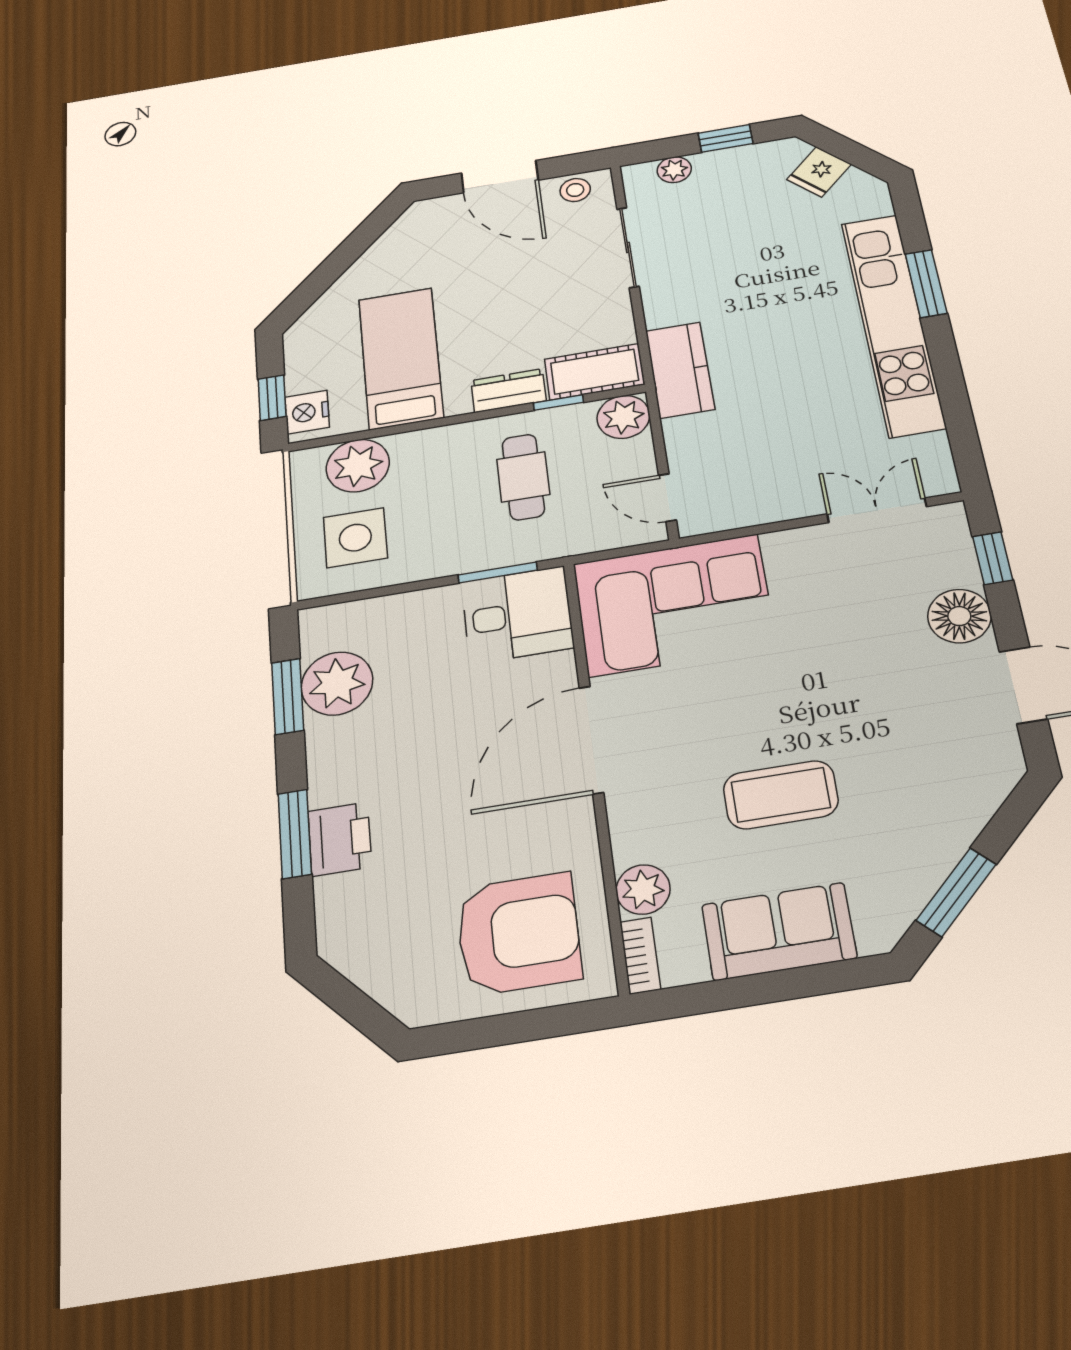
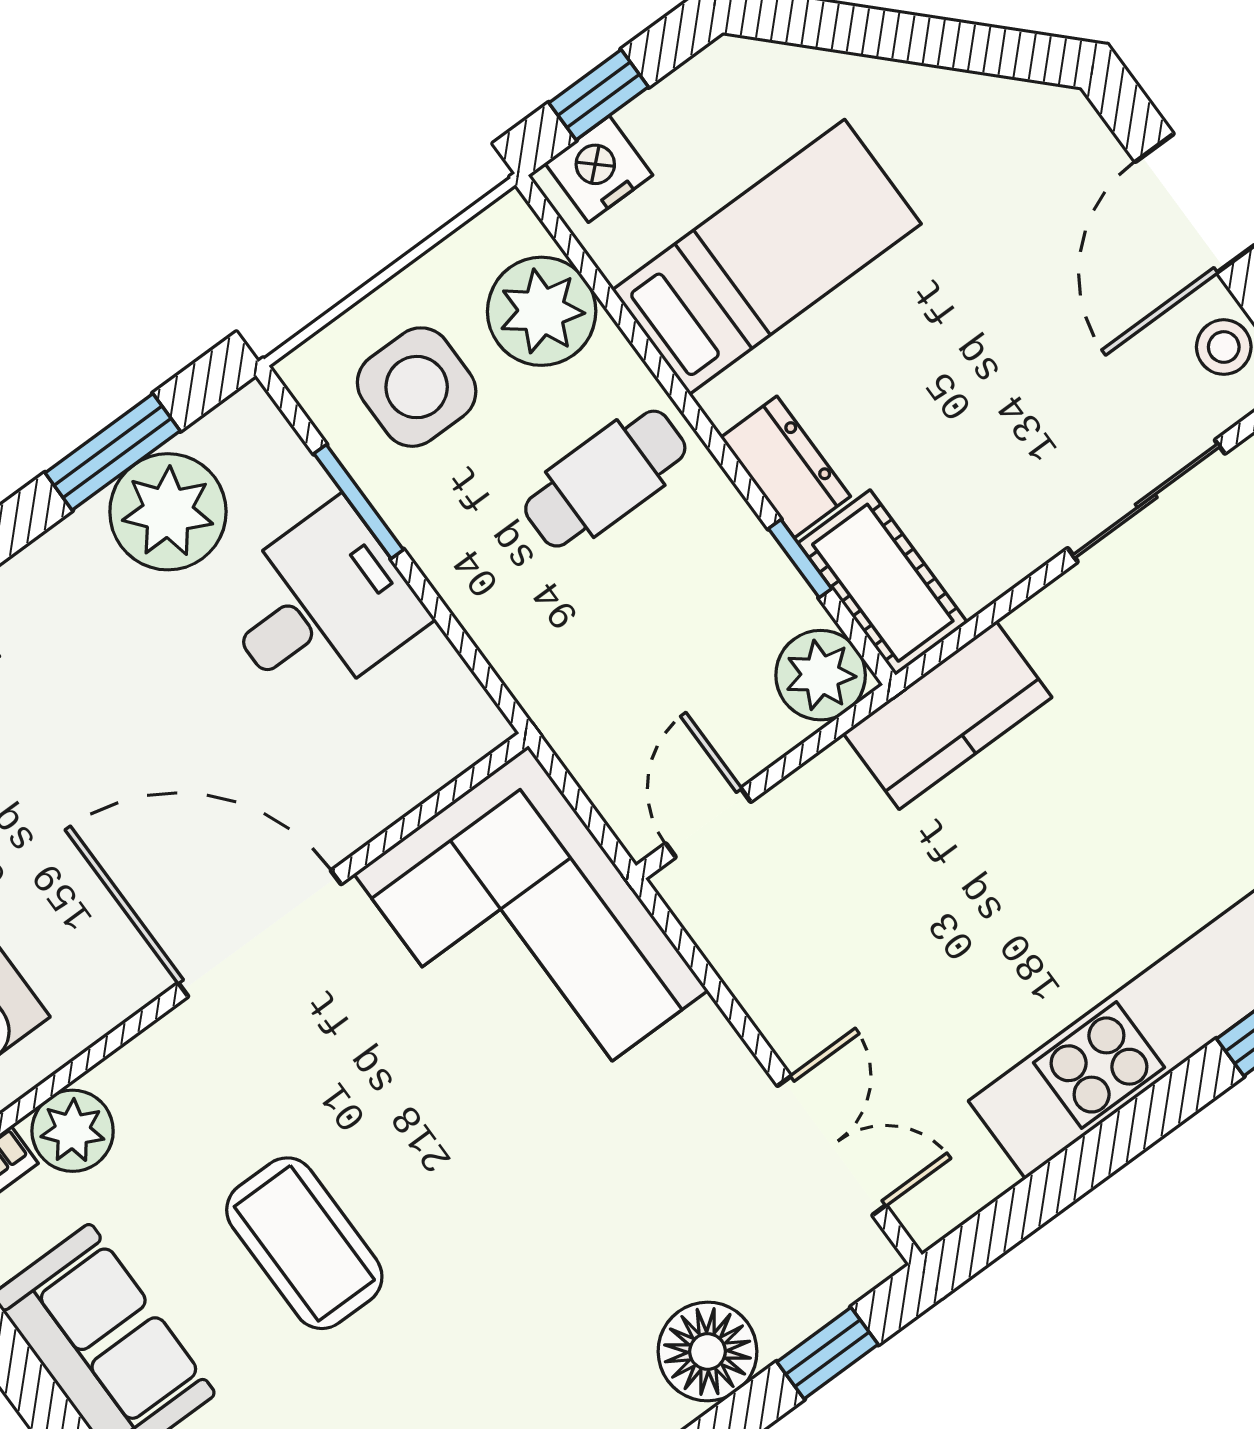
cafe table: (523, 477) -> (605, 479), moved
window: (498, 573) -> (359, 502), moved
desk: (517, 615) -> (320, 606), moved, turned -90

